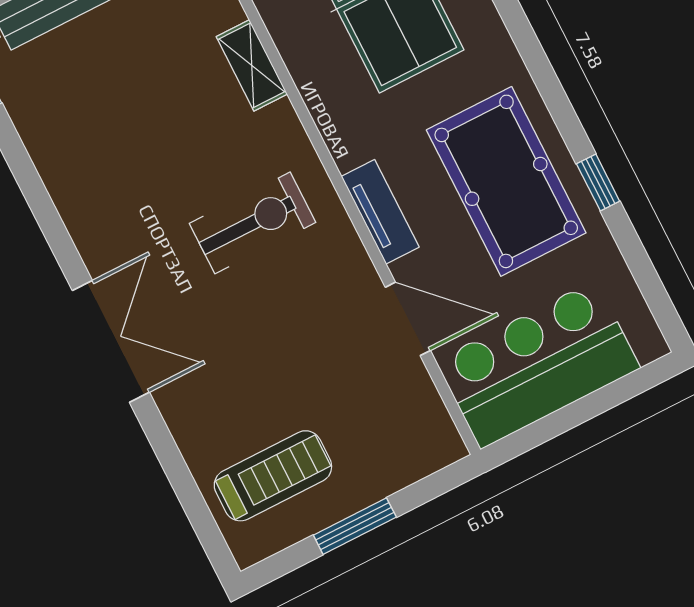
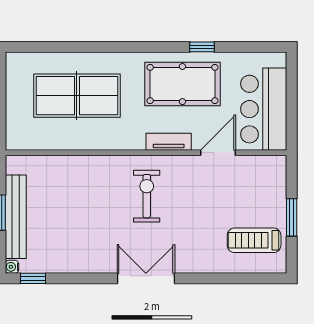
shelving: (252, 65) -> (82, 164), removed
double door: (111, 341) -> (146, 278), moved
treadmill: (273, 476) -> (254, 240), turned -90

